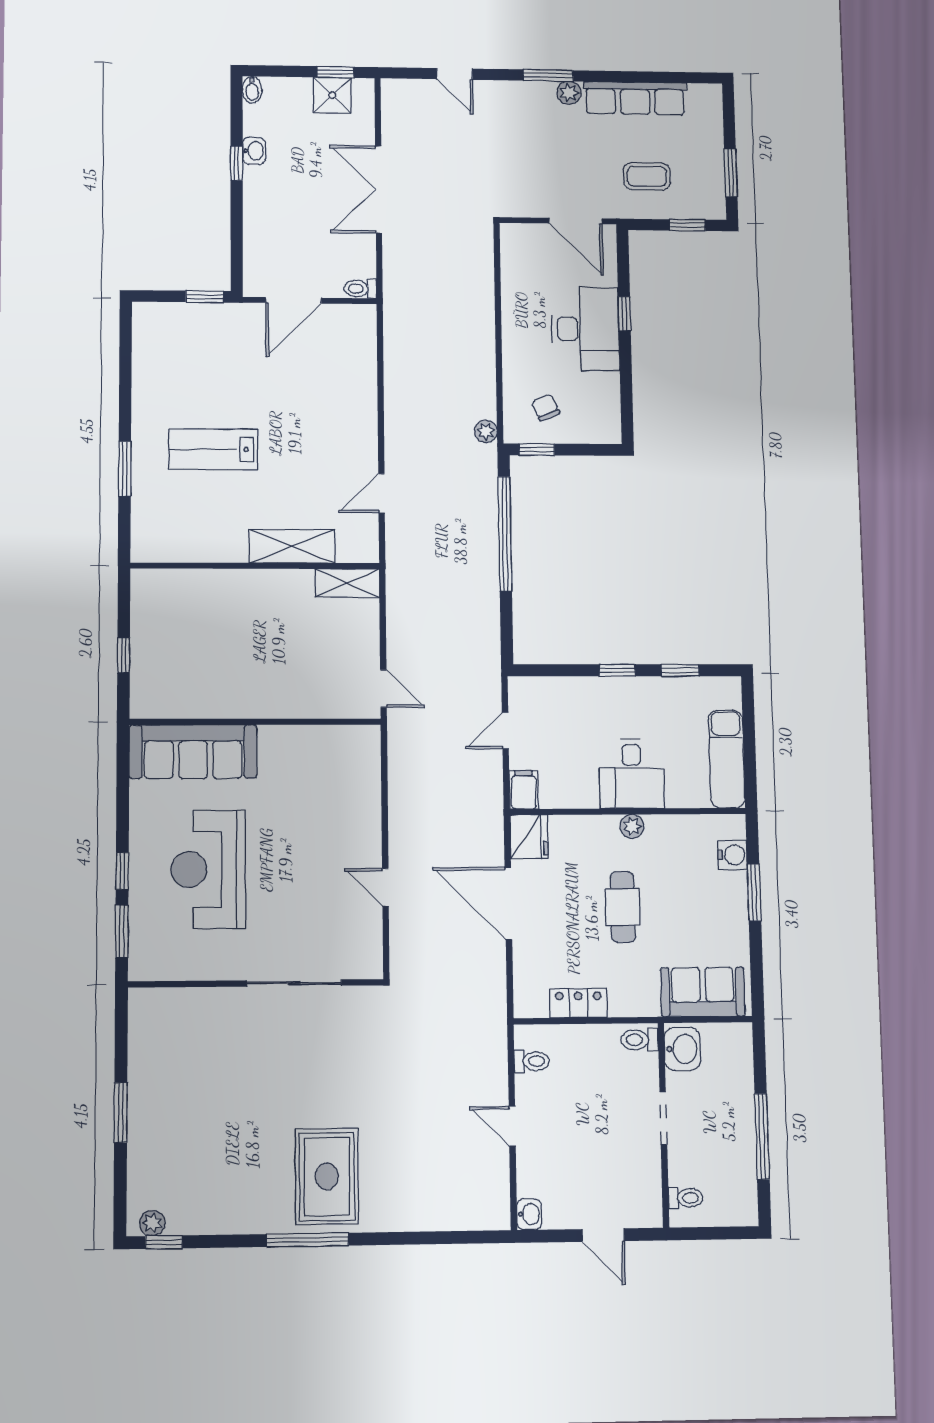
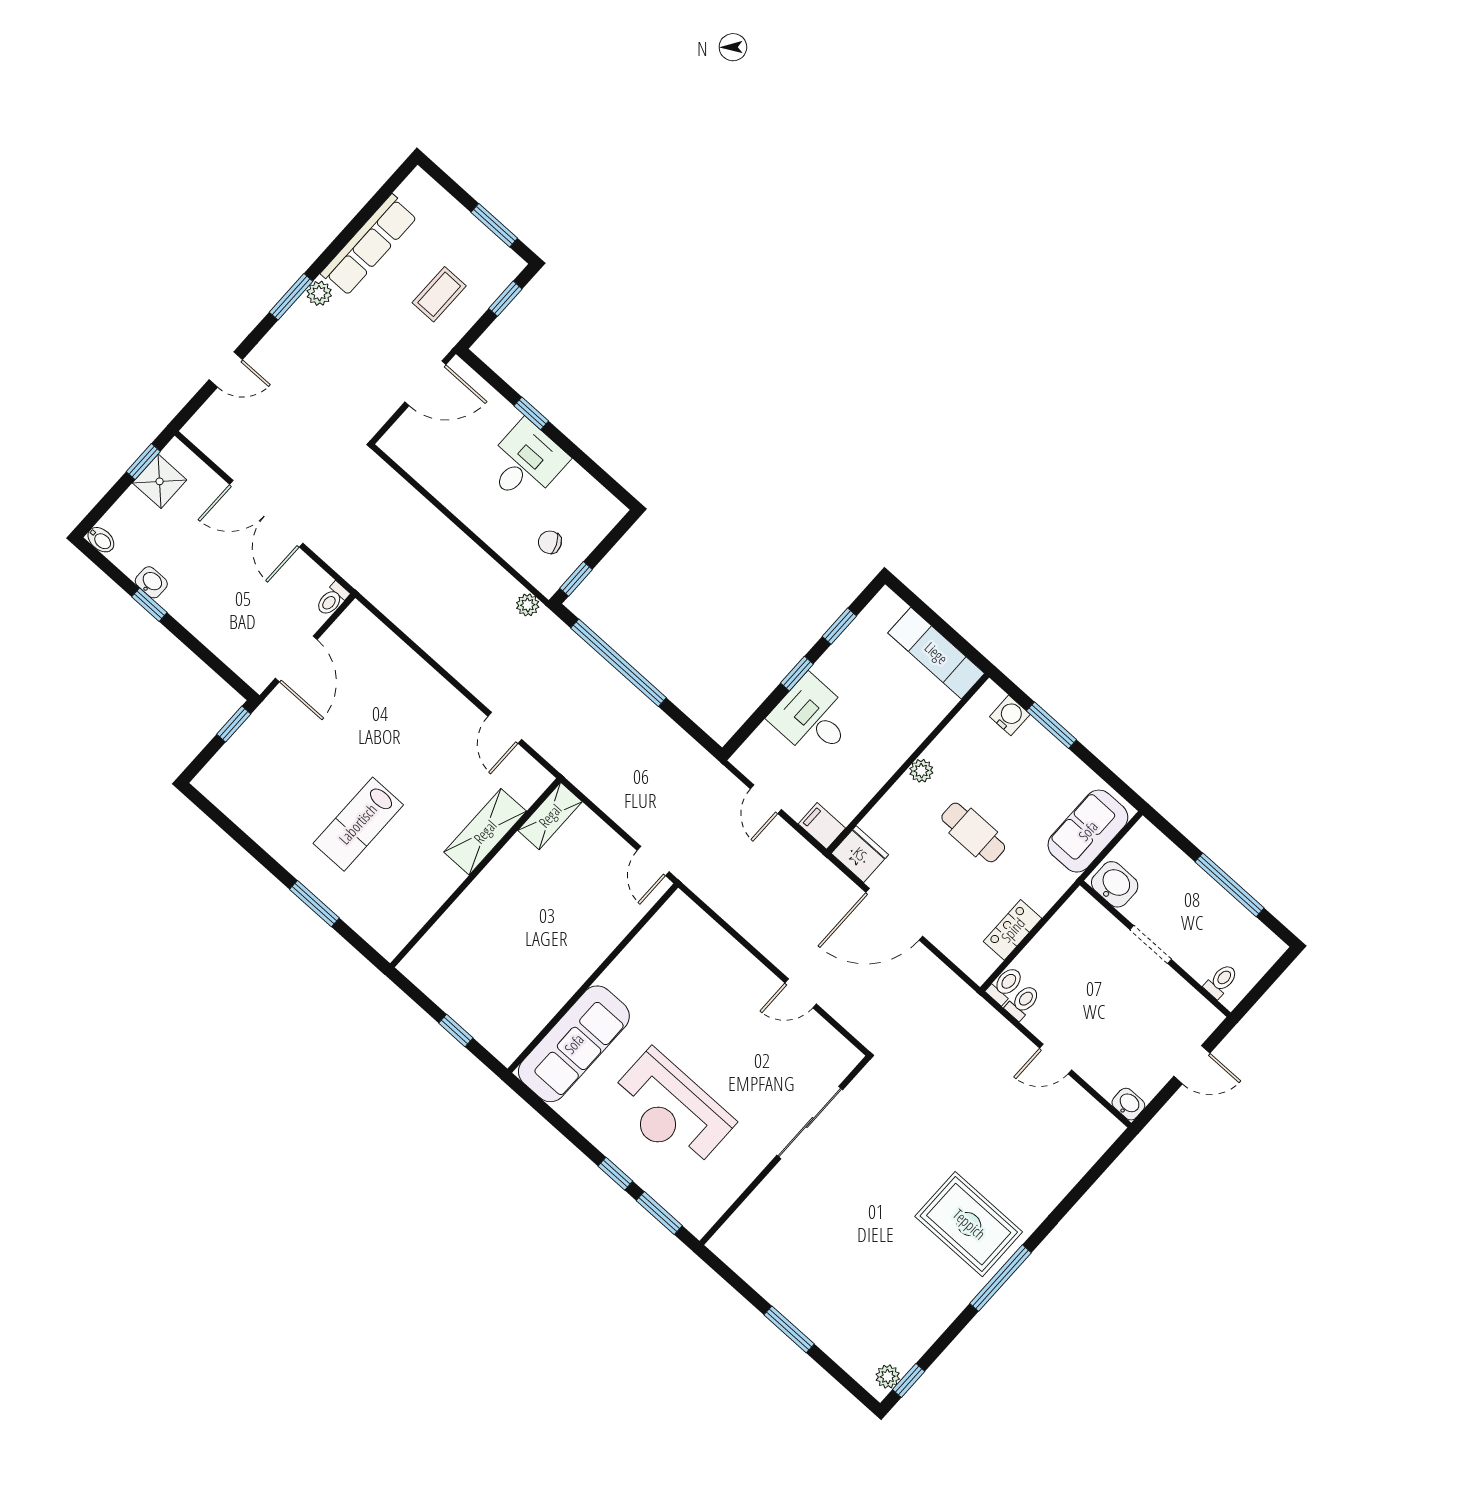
desk: (586, 329) -> (525, 463), width x0.73
door: (383, 688) -> (653, 861), swing flipped
desk: (632, 774) -> (812, 718), moved, turned 180
toilet: (640, 1040) -> (1005, 985), moved, turned 180

